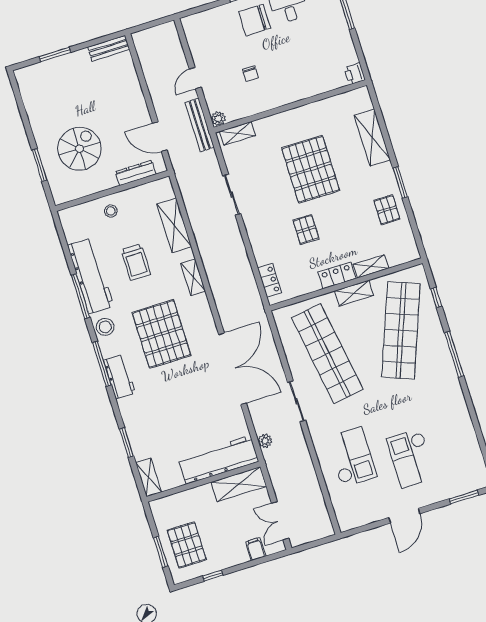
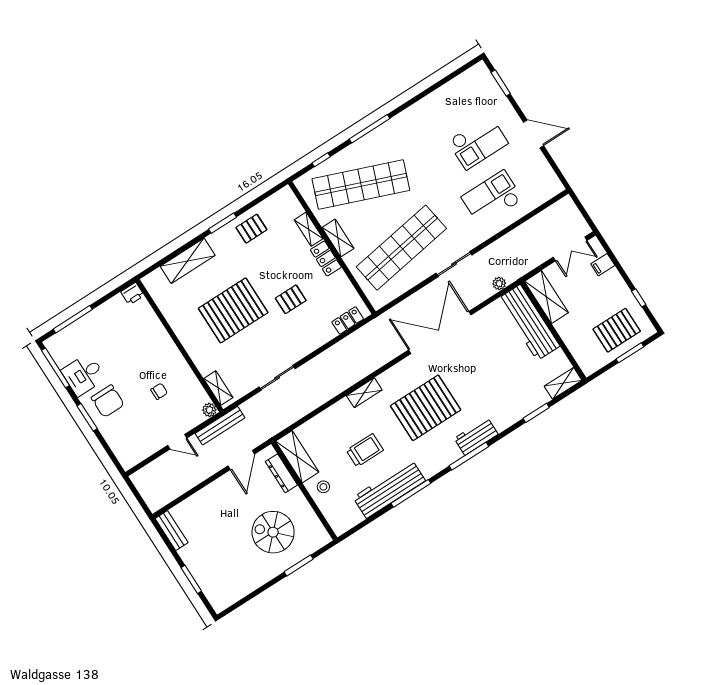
shelving: (174, 226) -> (297, 457), moved, turned 90
stool: (105, 327) -> (433, 462), removed

